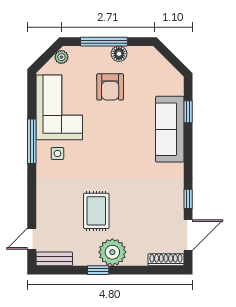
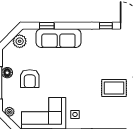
plant: (165, 72) -> (20, 41), added
armchair: (110, 87) -> (30, 79), turned 90

